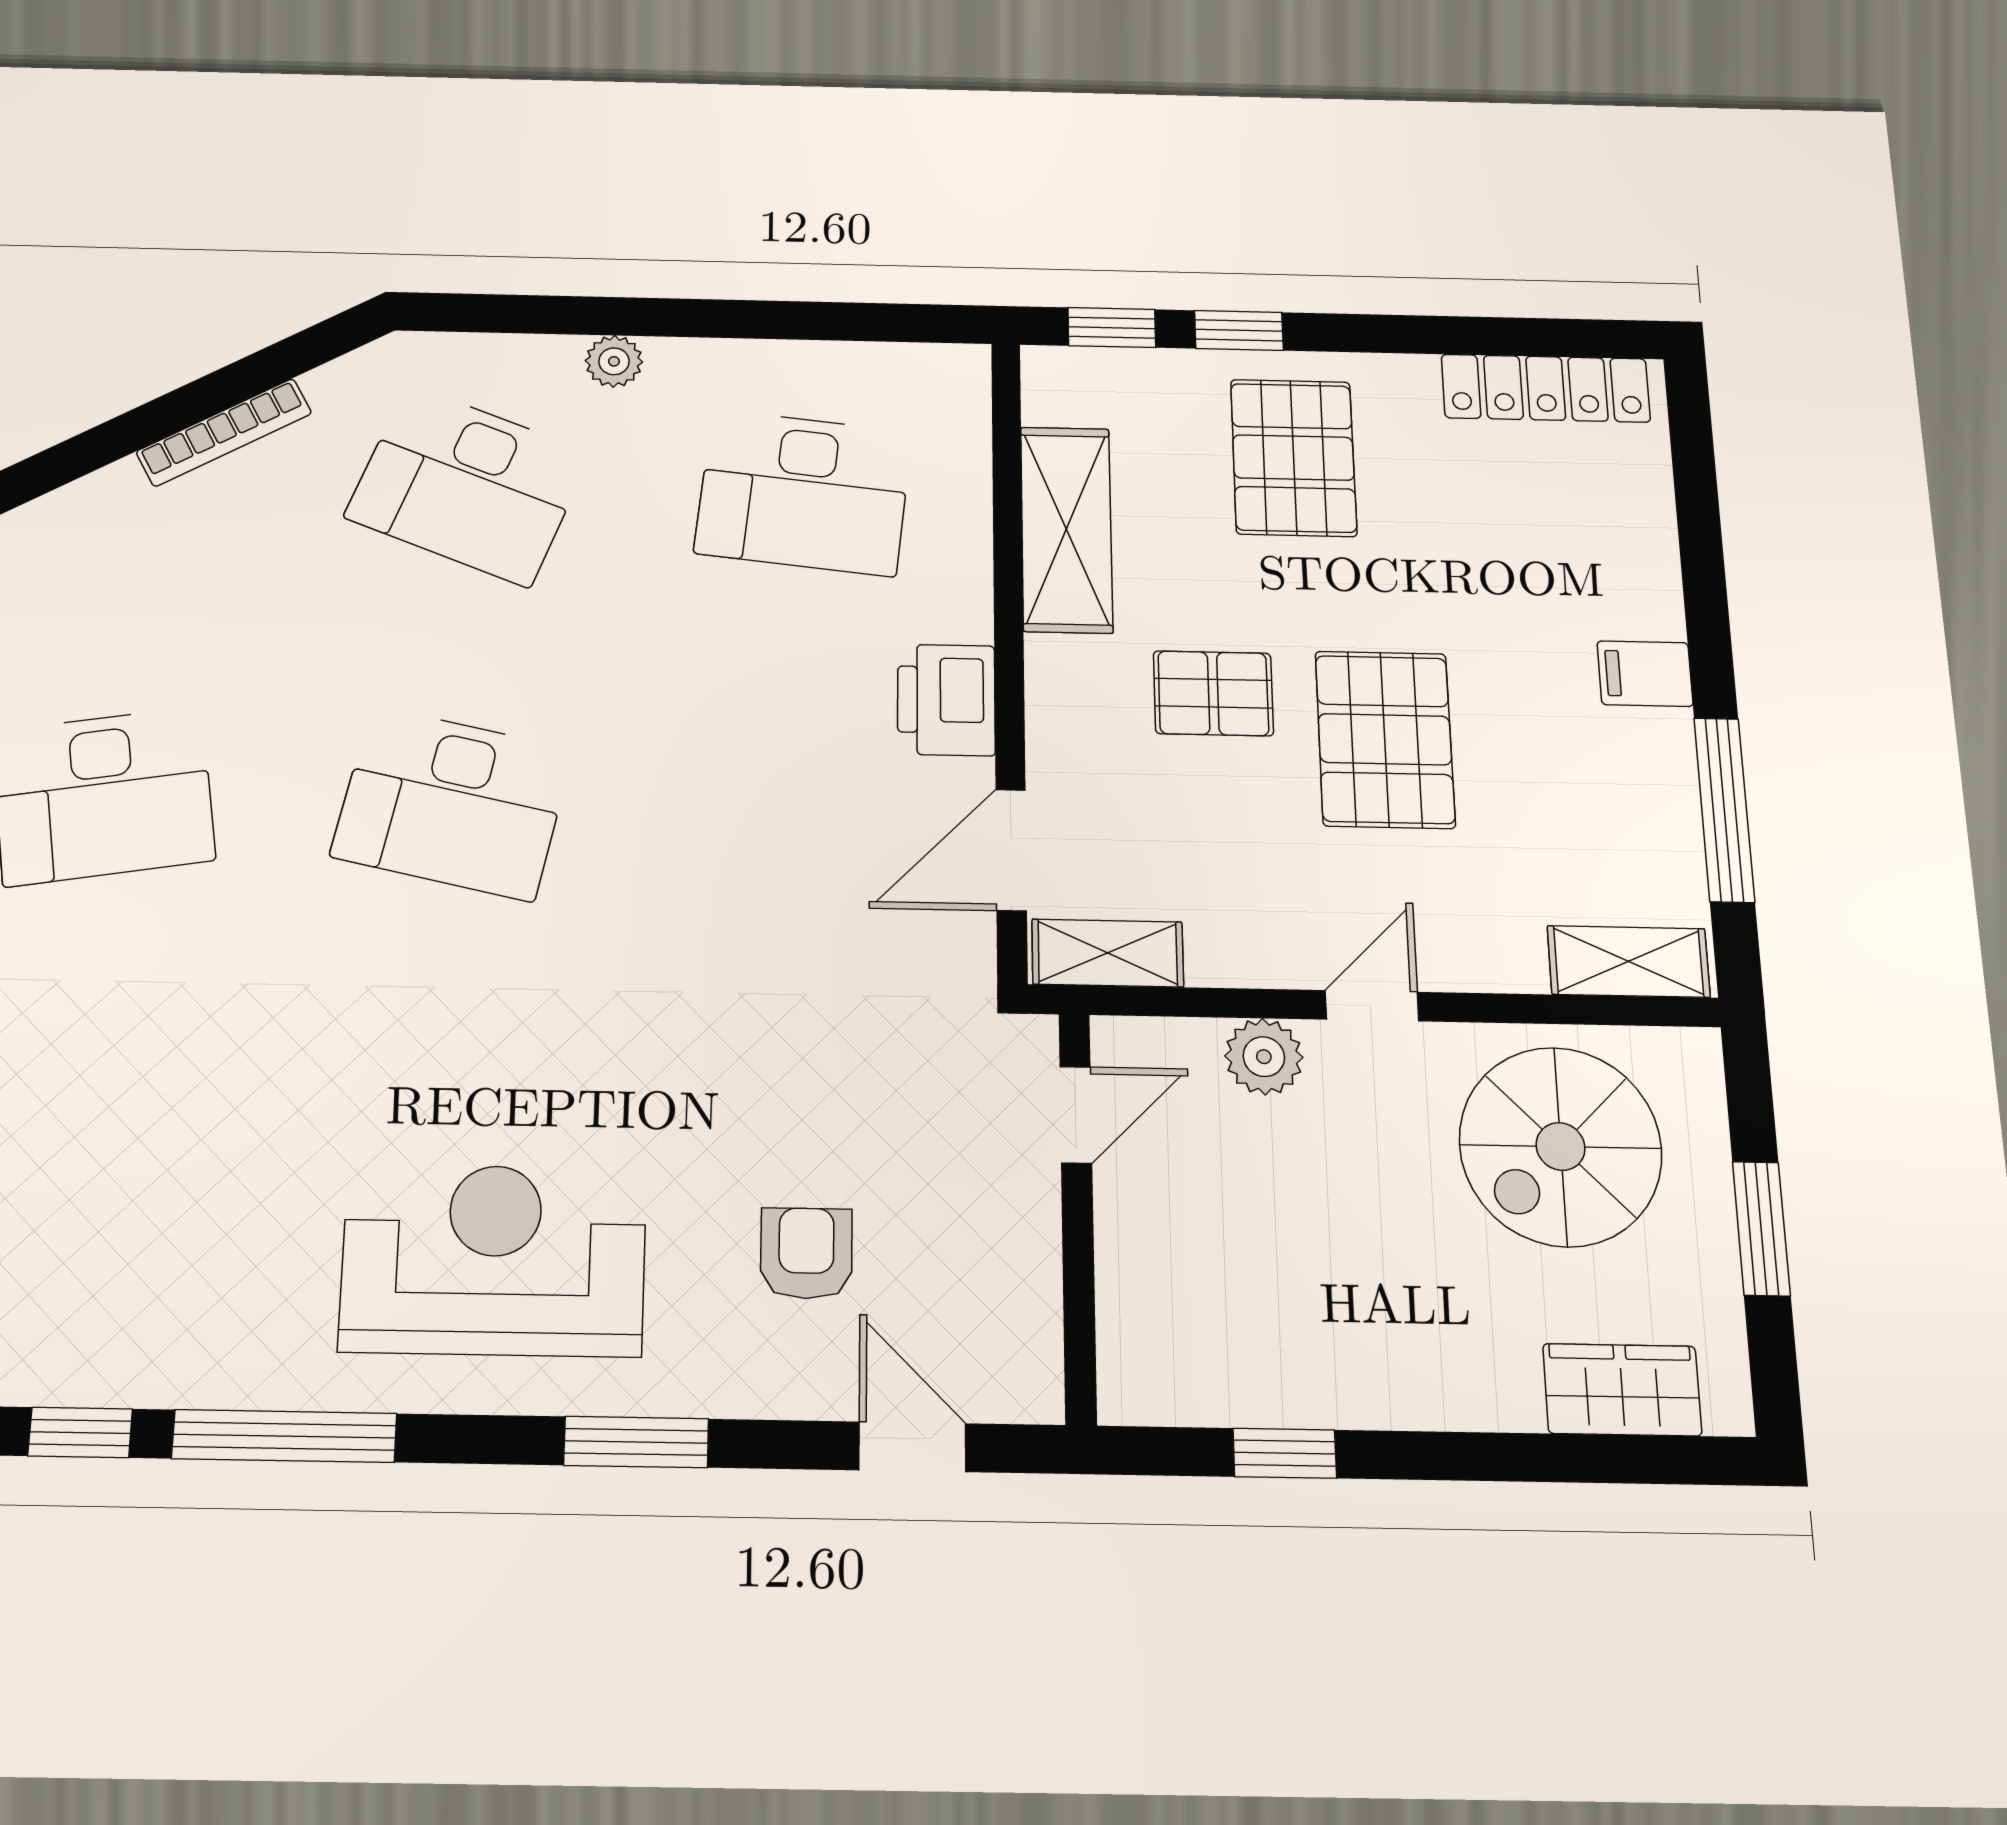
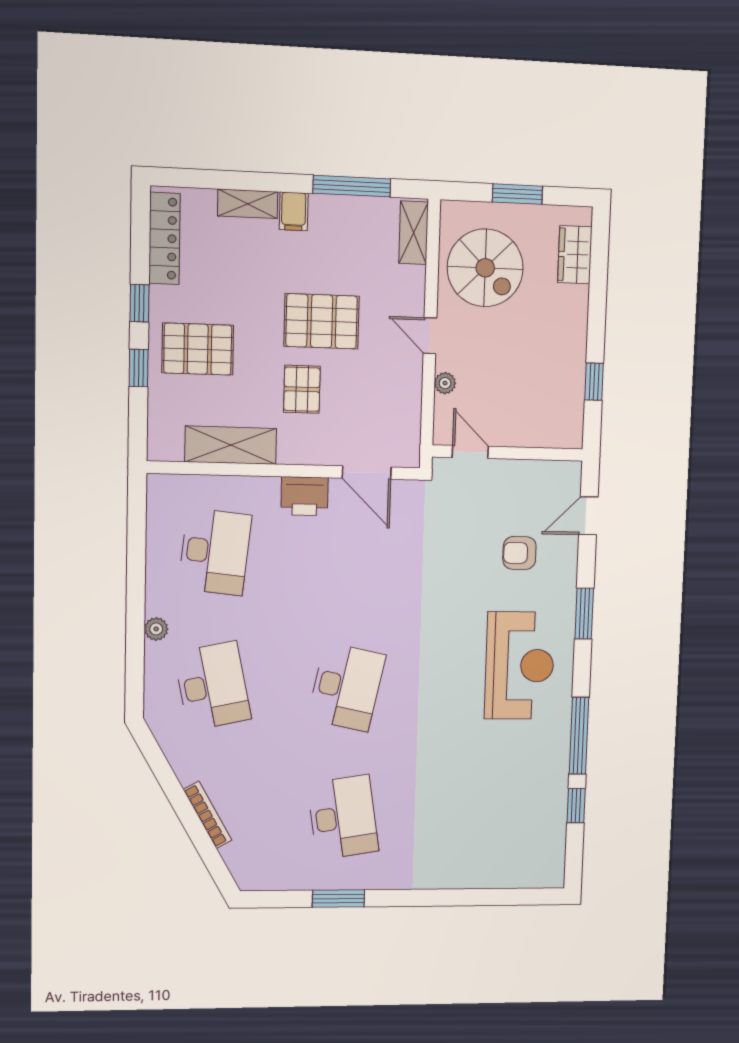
window: (1112, 328) -> (139, 303), moved
bookcase: (224, 432) -> (207, 815), moved
desk: (468, 485) -> (212, 686), turned -33
shelving: (1108, 953) -> (248, 204), moved, turned 90
plant: (1264, 1057) -> (445, 383), width x0.73, depth x0.73
reception desk: (494, 1260) -> (520, 665), turned 180

